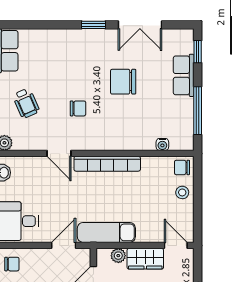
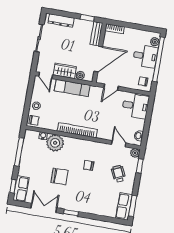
row of seats: (184, 75) -> (21, 189), moved
plant: (140, 136) -> (55, 143), added
door: (59, 153) -> (119, 144), moved
exam couch: (106, 232) -> (72, 88), moved

